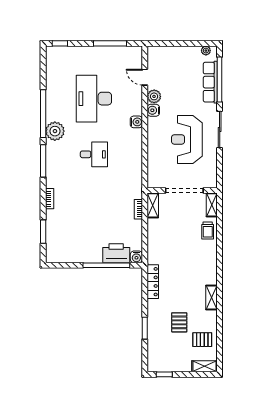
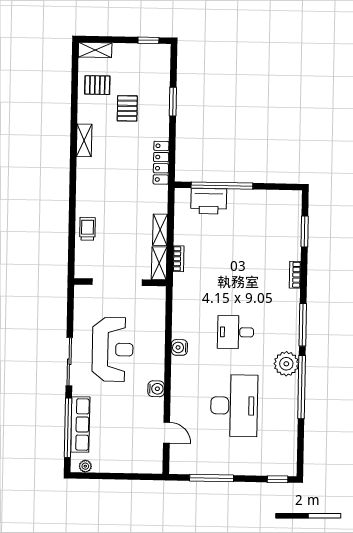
plant: (154, 96) -> (155, 407), removed
water cooler: (136, 122) -> (179, 347), moved
shelving: (212, 205) -> (160, 230), moved
water cooler: (136, 257) -> (182, 196), removed

